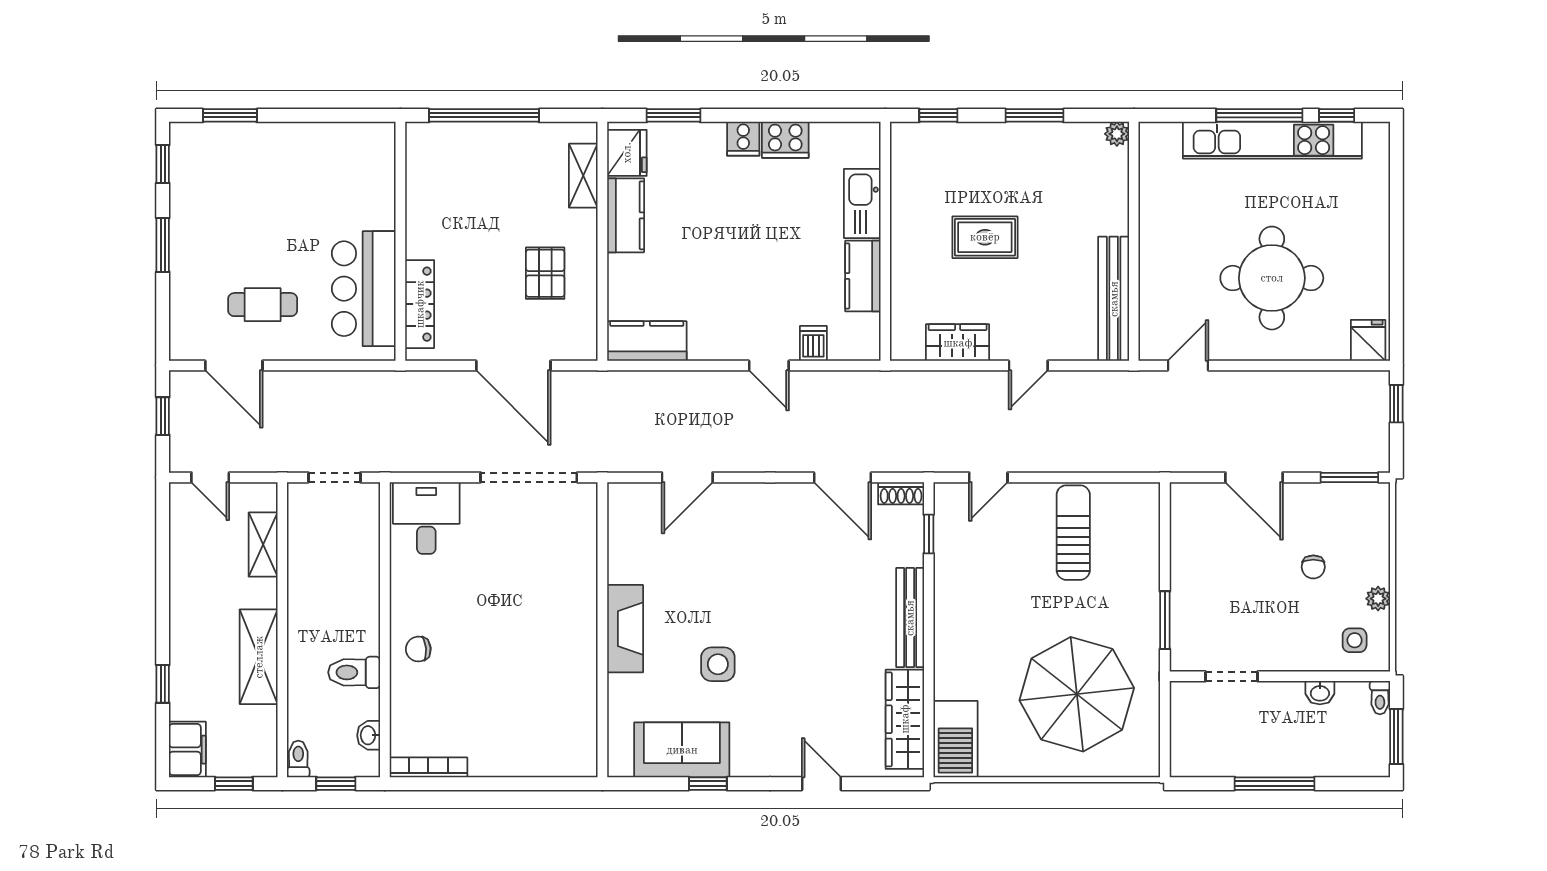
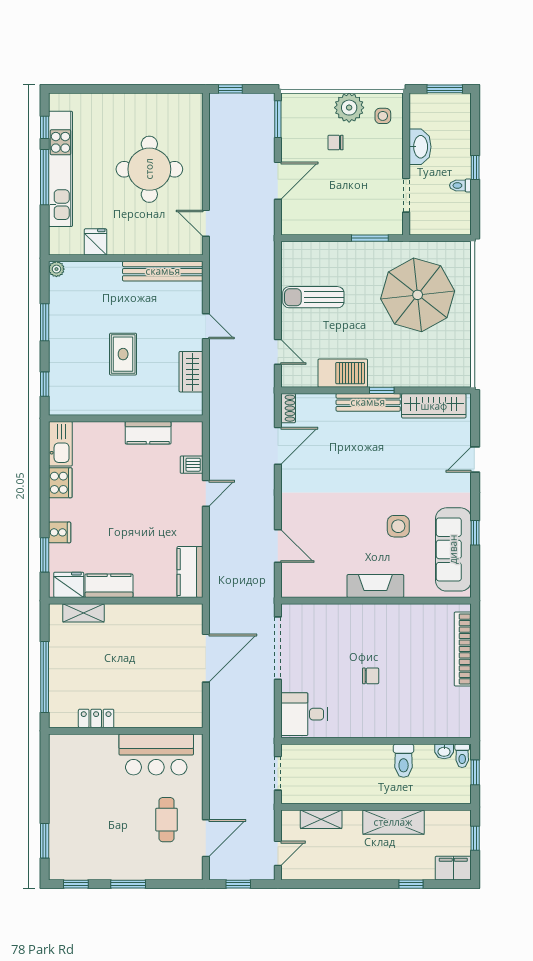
cooker: (743, 139) -> (60, 532), moved
kitchen sink: (862, 203) -> (60, 444), moved, turned -90
pallet: (545, 273) -> (146, 638), removed
locker: (420, 304) -> (96, 718), moved, width x0.66
fridge: (1368, 340) -> (96, 242), moved, turned 90
window: (929, 534) -> (382, 390), moved
chair: (1313, 567) -> (336, 143), turned 180
plant: (1378, 599) -> (349, 108), width x1.88, depth x1.88
chair: (418, 649) -> (371, 676), moved, turned -85
washbasin: (1320, 693) -> (420, 147), width x1.91, depth x1.45
toilet: (1380, 698) -> (460, 185), moved, turned 180
barbecue: (955, 739) -> (343, 373), moved
sofa: (682, 750) -> (453, 549), width x1.36
toilet: (298, 759) -> (462, 756), moved, turned -90
bookcase: (428, 767) -> (463, 649), moved, width x1.48, depth x1.31
window: (1275, 784) -> (475, 167), width x0.46

